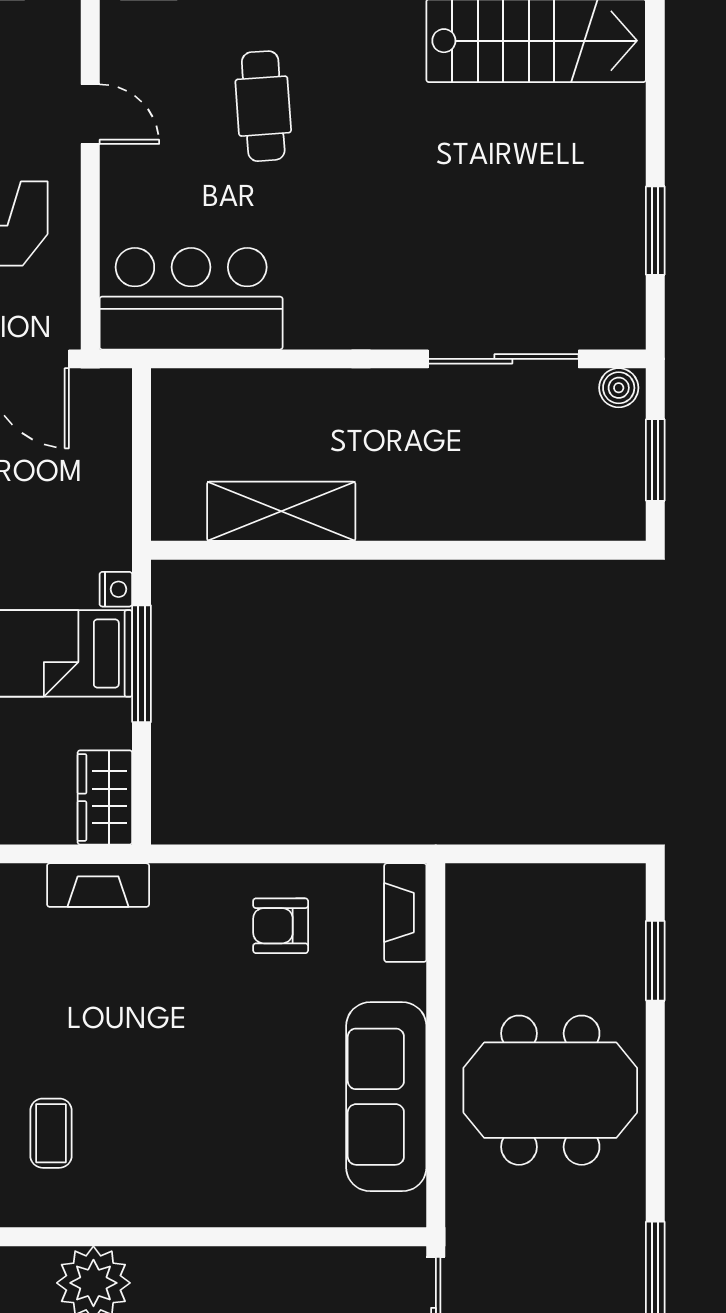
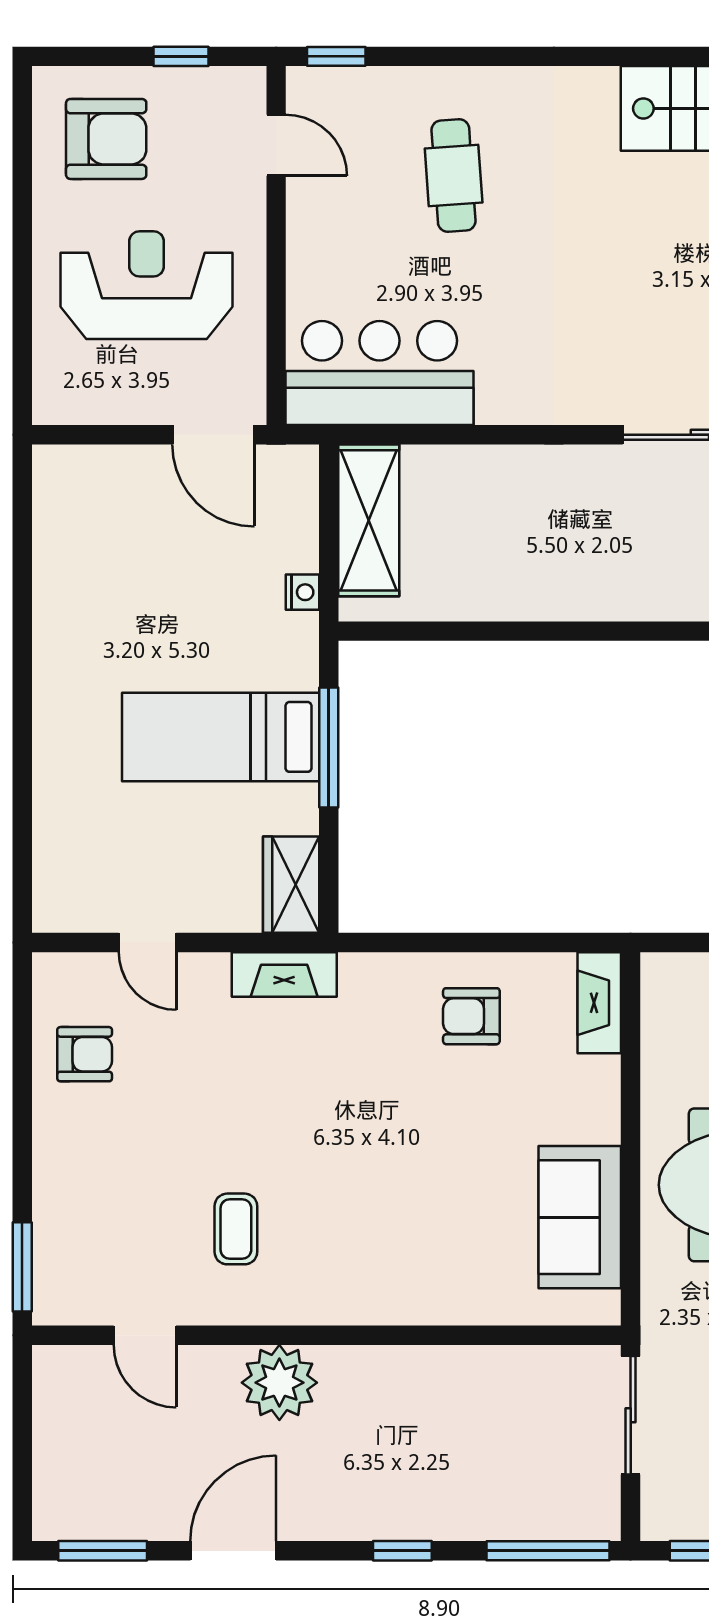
door: (90, 114) -> (276, 145), moved
shelving: (281, 511) -> (369, 520), moved, turned 90
nightstand: (116, 589) -> (302, 592), moved
sofa: (386, 1097) -> (580, 1217), width x0.73

